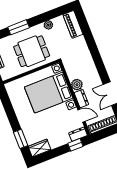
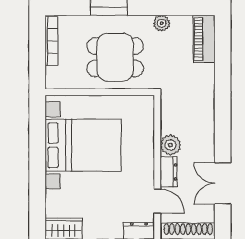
bed with nightstands: (49, 93) -> (83, 145), moved, turned 180
window: (21, 139) -> (37, 200), removed

